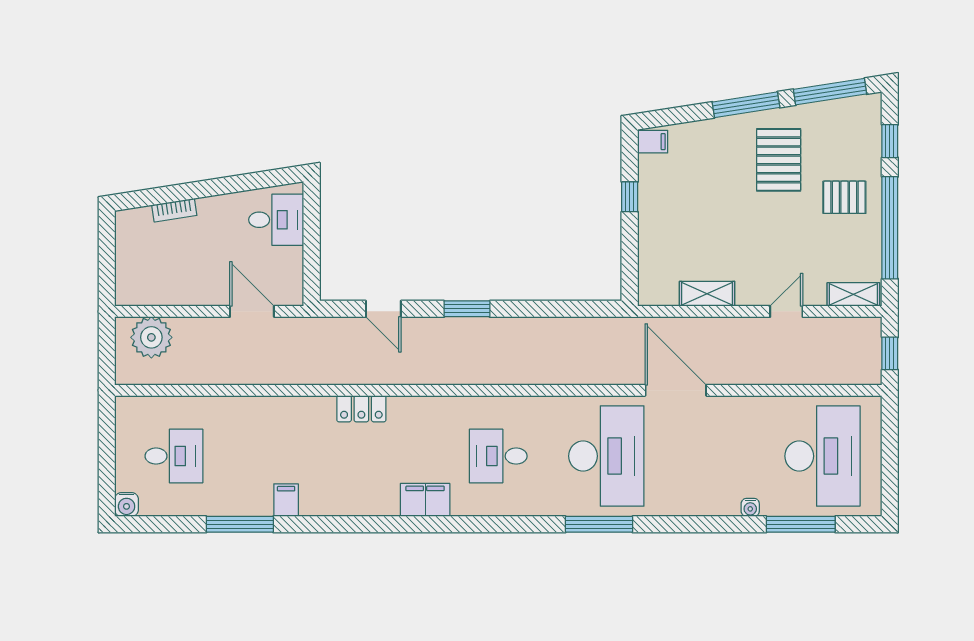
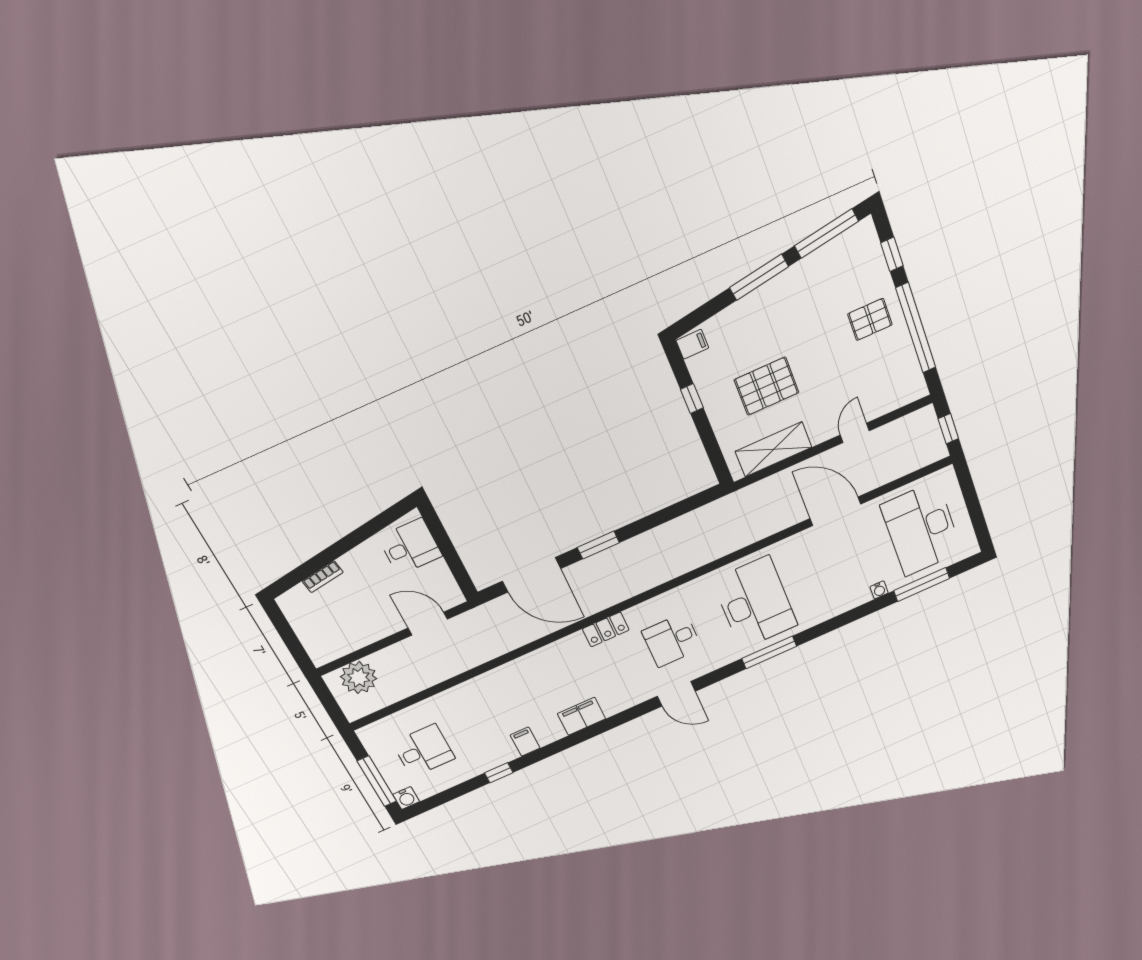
pallet: (779, 160) -> (767, 386), moved, turned 90
shelving: (707, 294) -> (774, 449), width x1.50, depth x1.33
shelving: (853, 294) -> (904, 395), removed
door: (383, 309) -> (532, 575), width x1.87
door: (676, 390) -> (835, 511), moved
locker: (361, 409) -> (606, 629), moved
desk: (823, 456) -> (921, 529), turned 180
window: (107, 468) -> (377, 781), added
filing cabinet: (425, 500) -> (582, 716), moved
window: (240, 524) -> (499, 773), width x0.46
door: (476, 524) -> (676, 694), added

